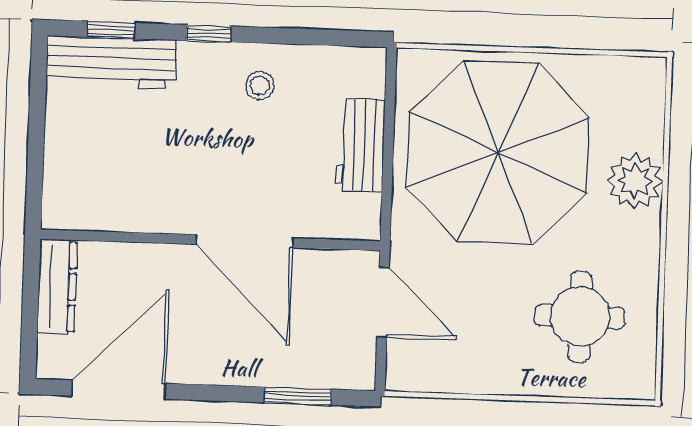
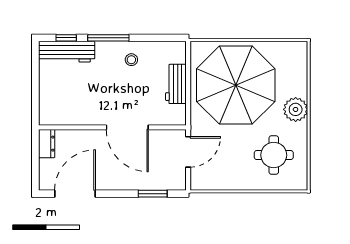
window: (208, 33) -> (108, 38), width x2.17
plant: (635, 181) -> (296, 109), moved
dresser: (57, 286) -> (47, 144), width x0.70
door: (383, 302) -> (188, 152), hinge flipped

